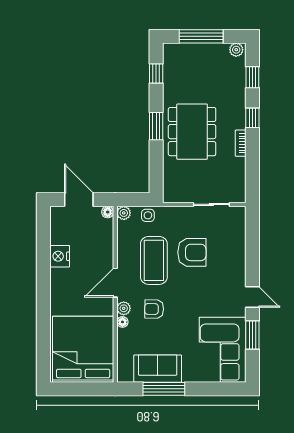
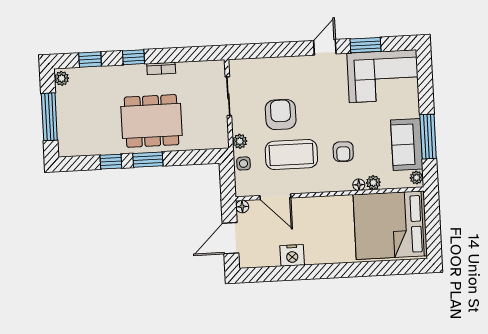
window: (156, 74) -> (111, 162), moved
plant: (124, 213) -> (240, 141), moved
door: (115, 283) -> (275, 197), moved
plant: (124, 308) -> (373, 183), moved
plant: (126, 376) -> (417, 178), added

